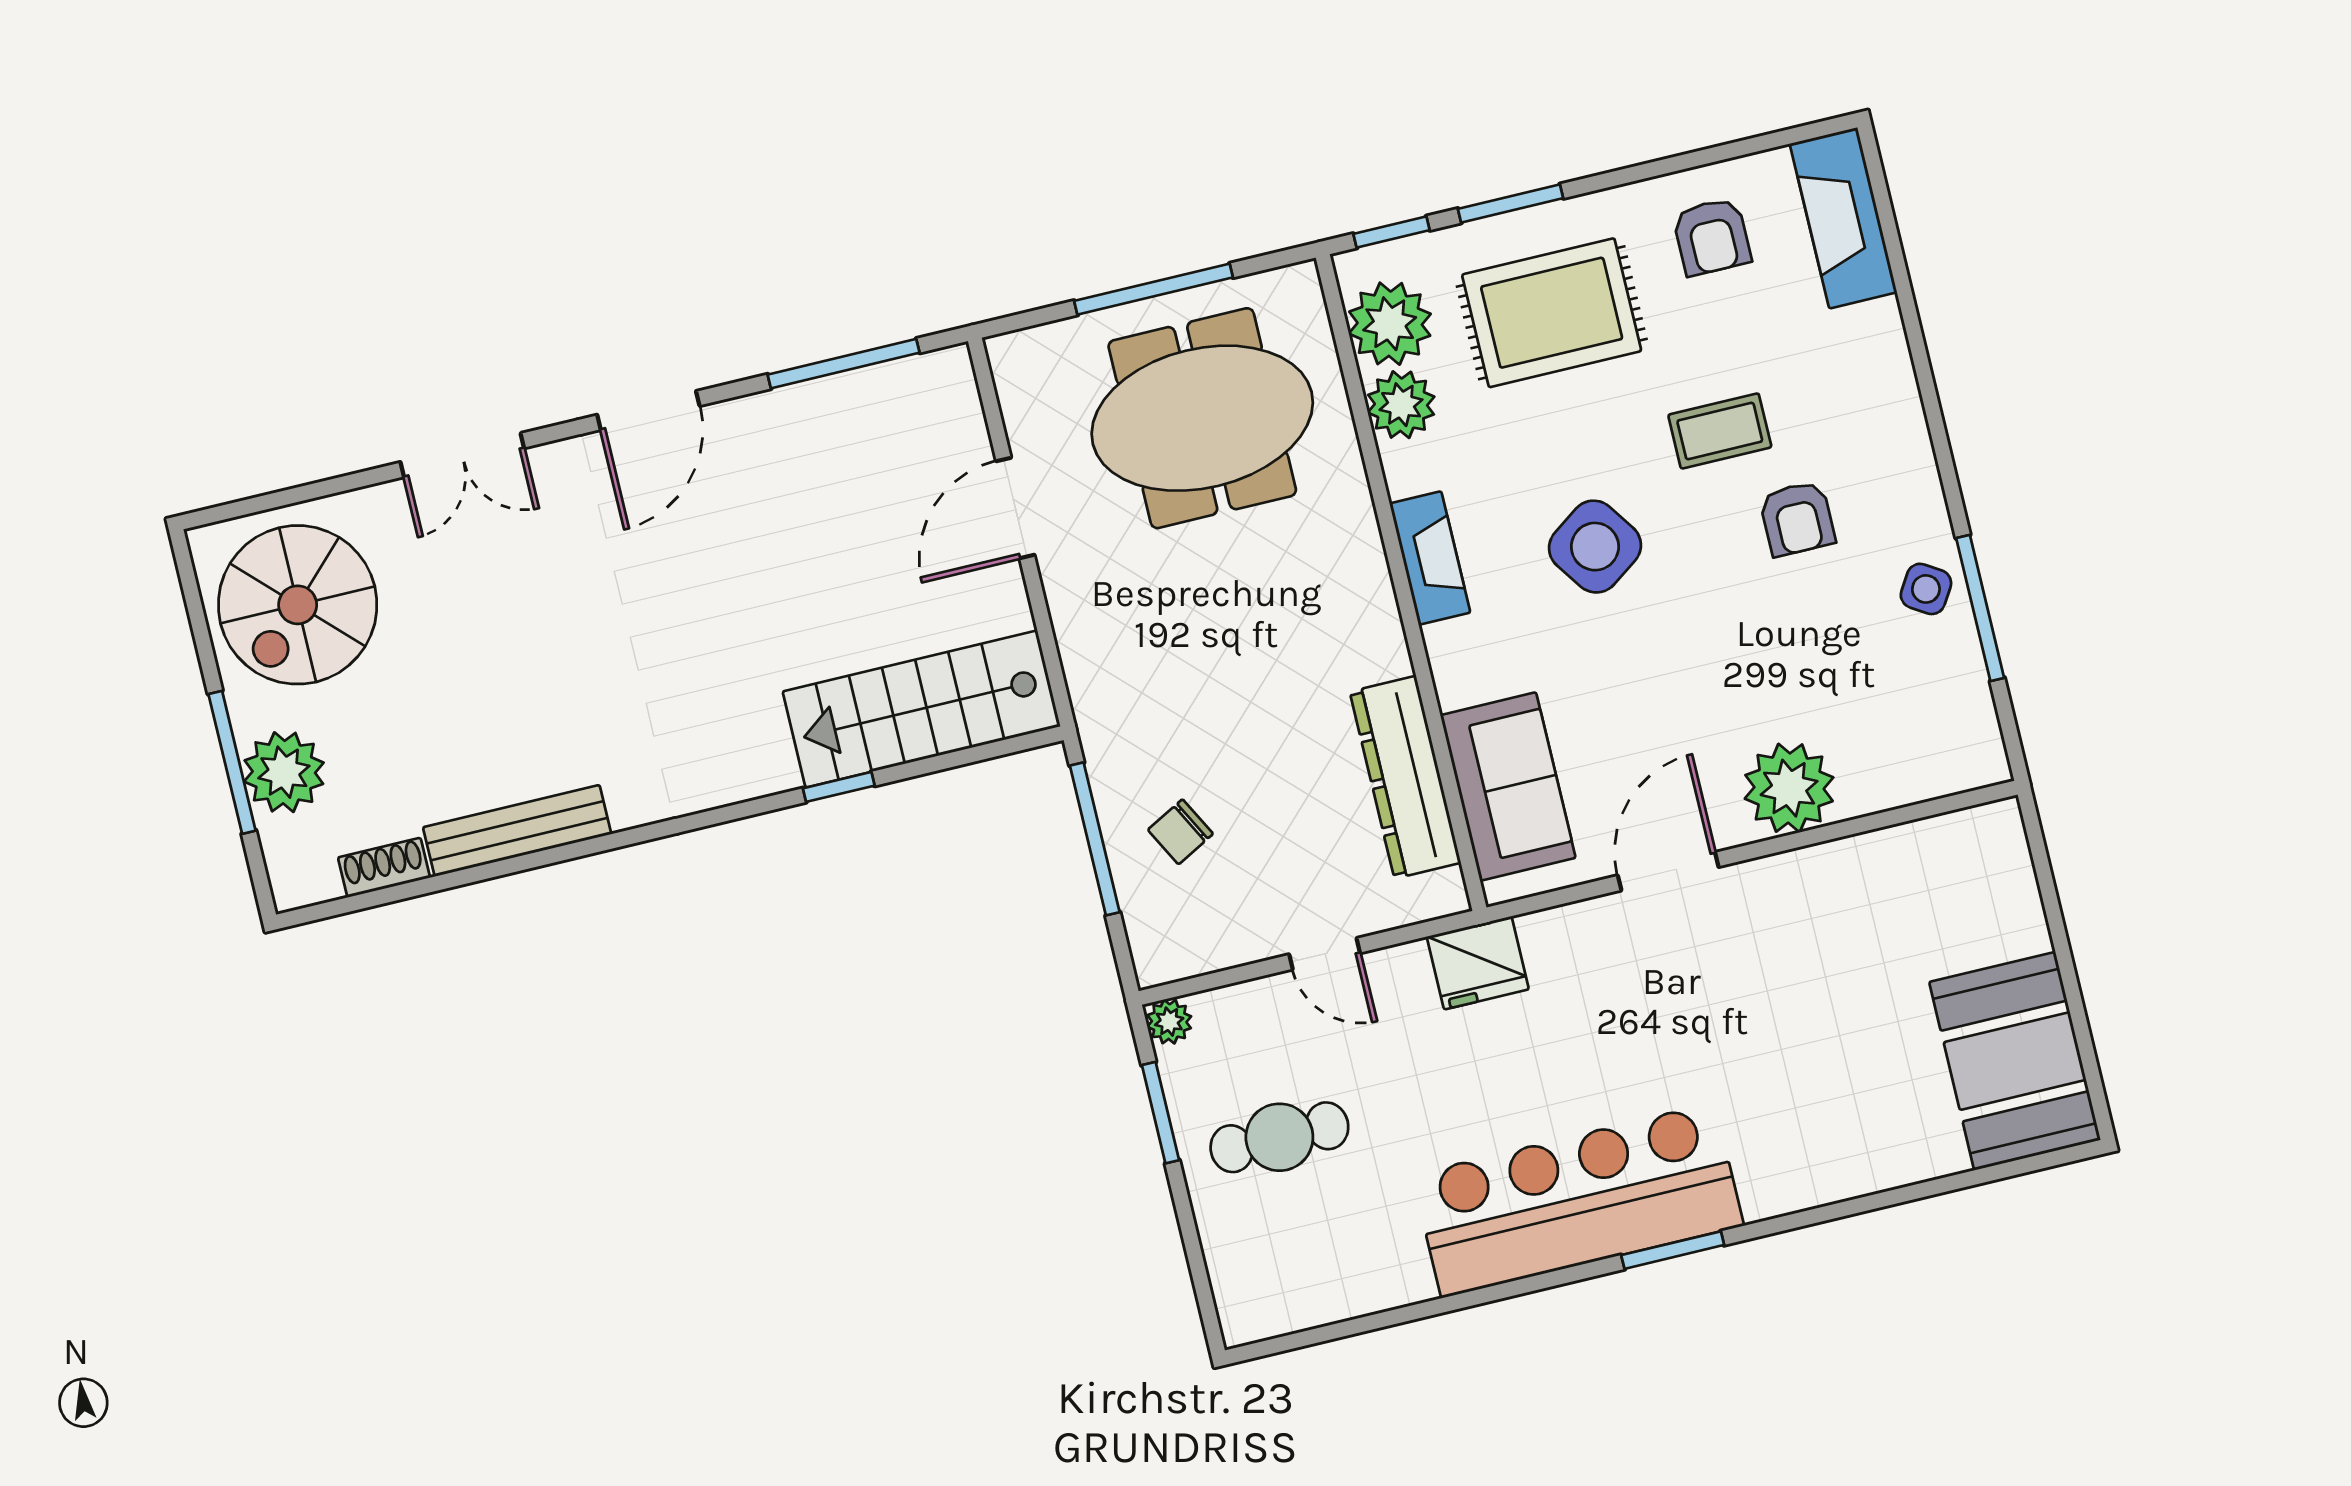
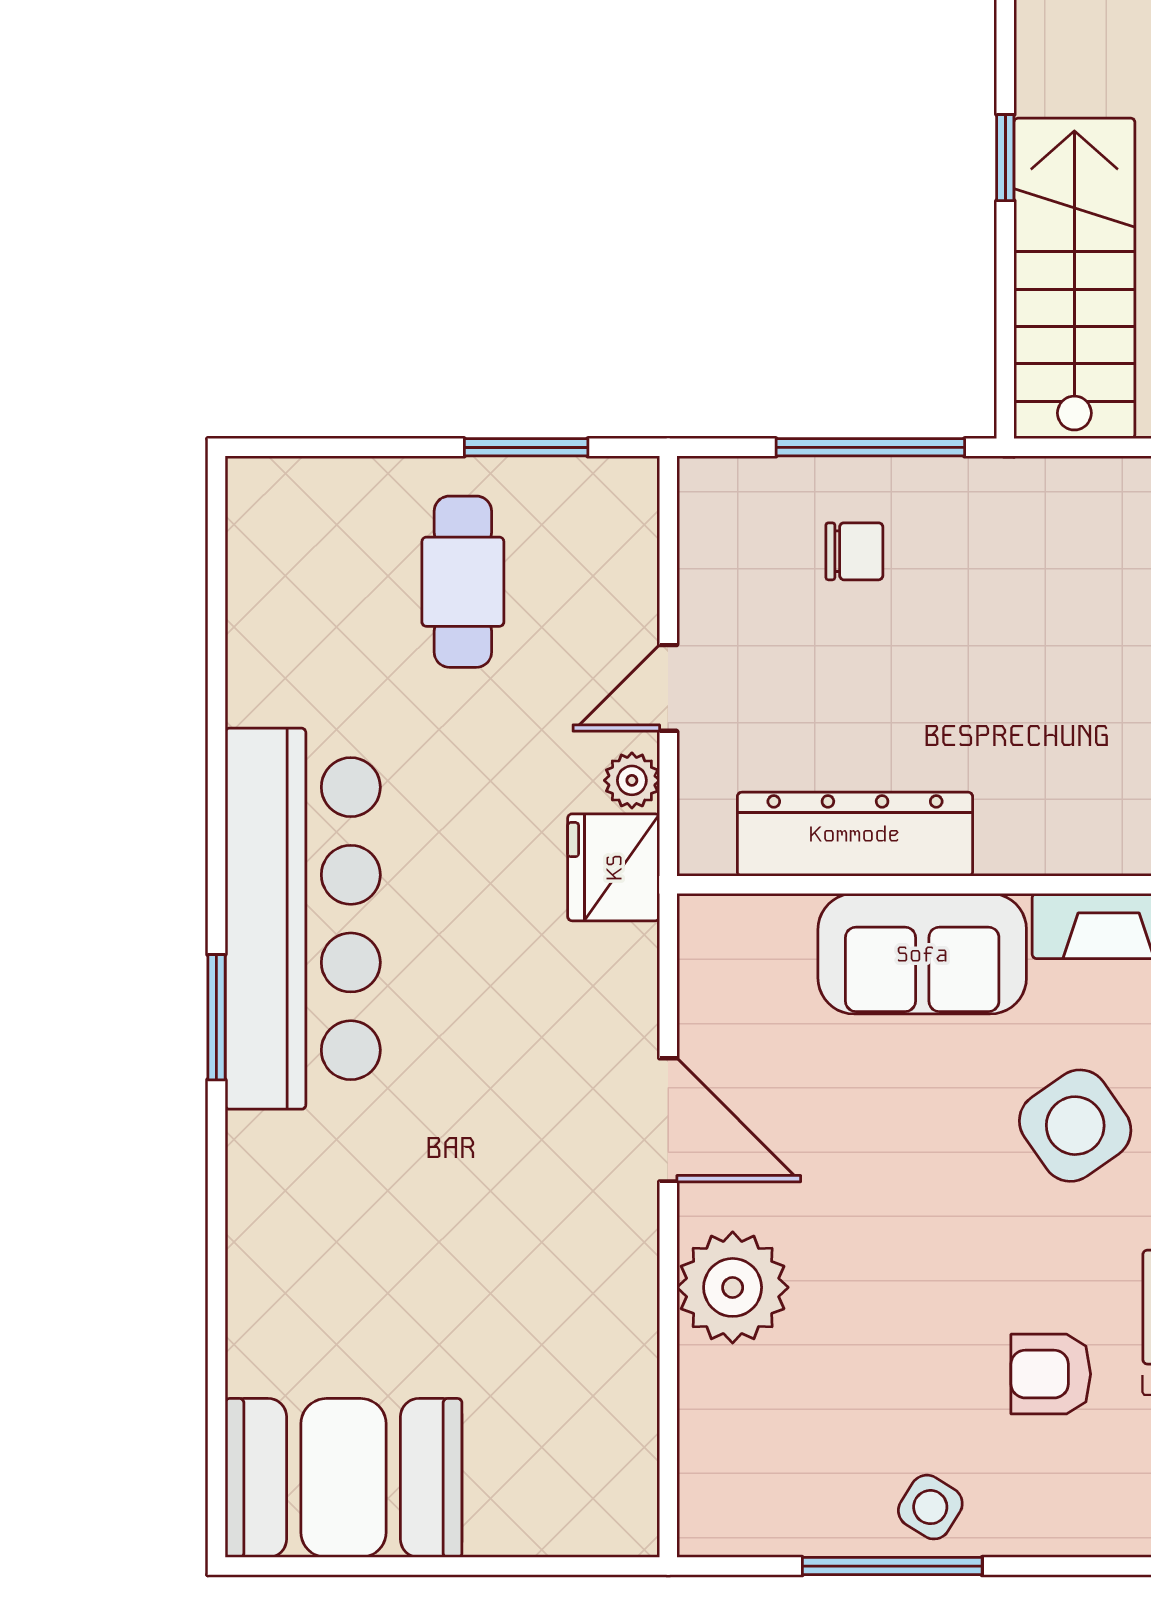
sofa: (1508, 786) -> (922, 954), moved
chair: (1180, 832) -> (854, 551), turned 118
plant: (1169, 1022) -> (632, 780), moved

